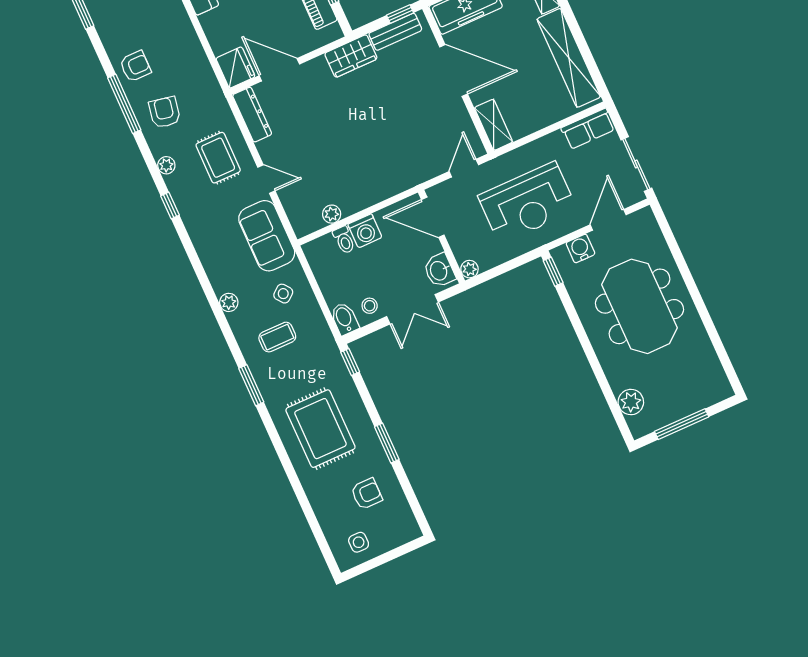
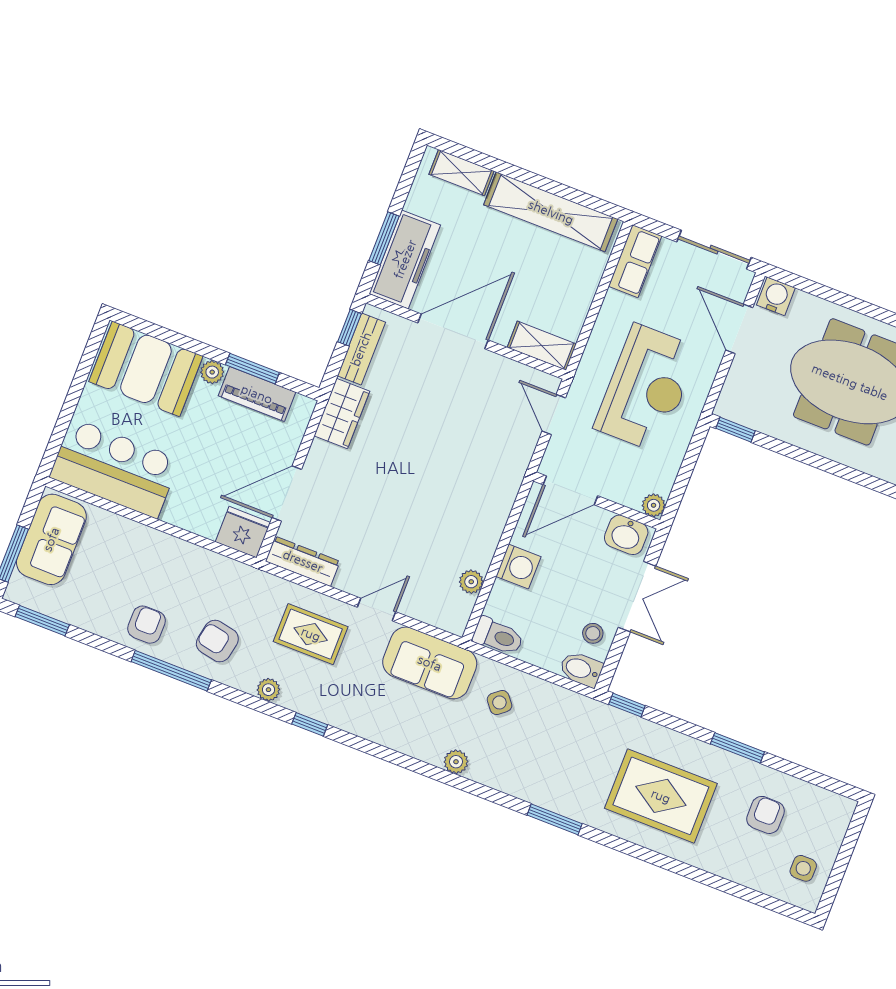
toilet: (344, 240) -> (498, 636), moved, width x1.37, depth x1.39
water cooler: (580, 248) -> (776, 296), moved, turned 90
coffee table: (277, 337) -> (534, 749), removed

